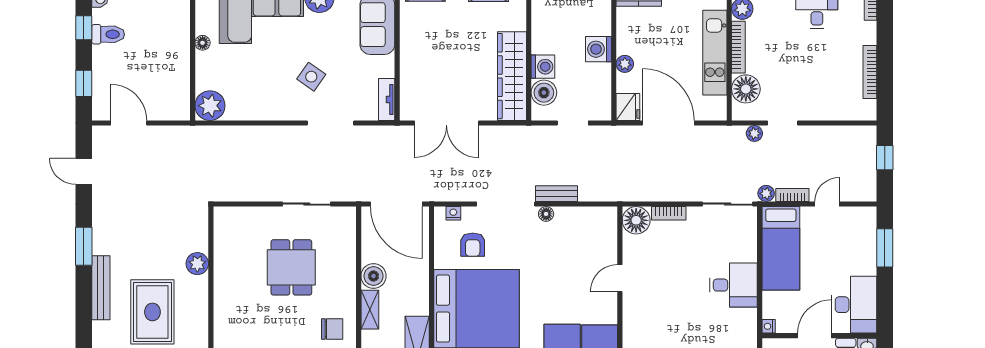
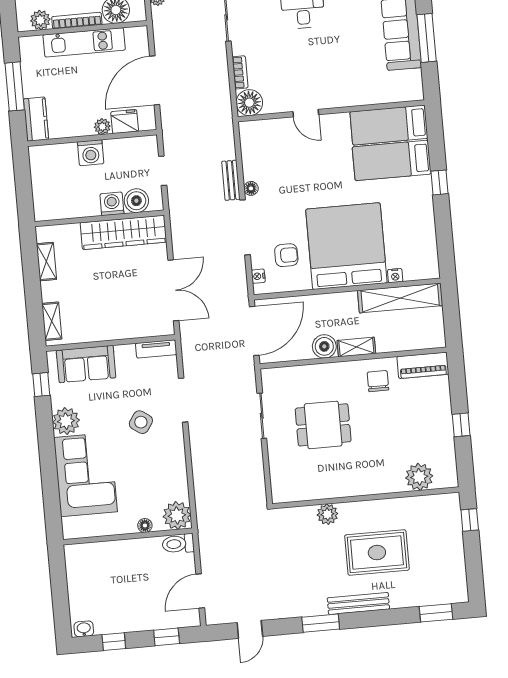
toilet: (108, 34) -> (178, 544), moved, turned -90
floor lamp: (203, 43) -> (145, 525), moved
fridge: (628, 107) -> (125, 122), moved

